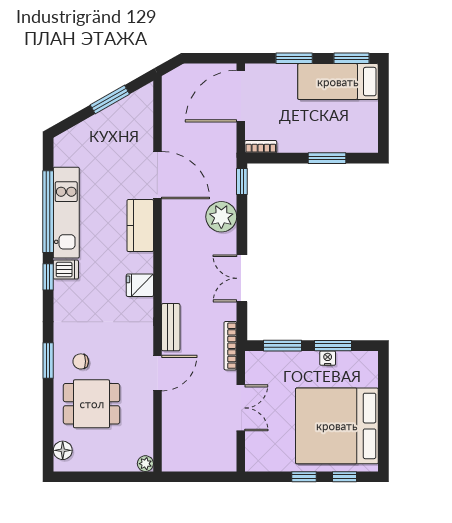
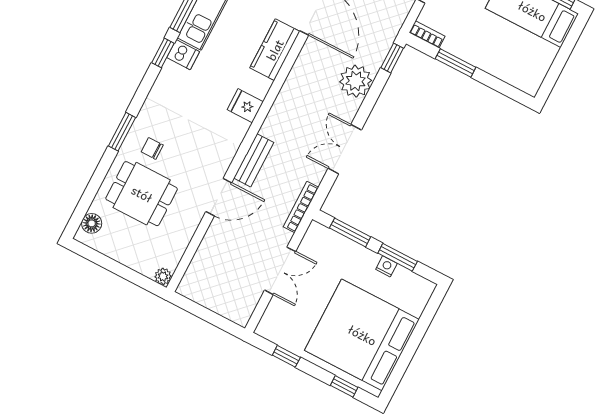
window: (327, 158) -> (456, 63), moved
window: (304, 477) -> (286, 356), moved

